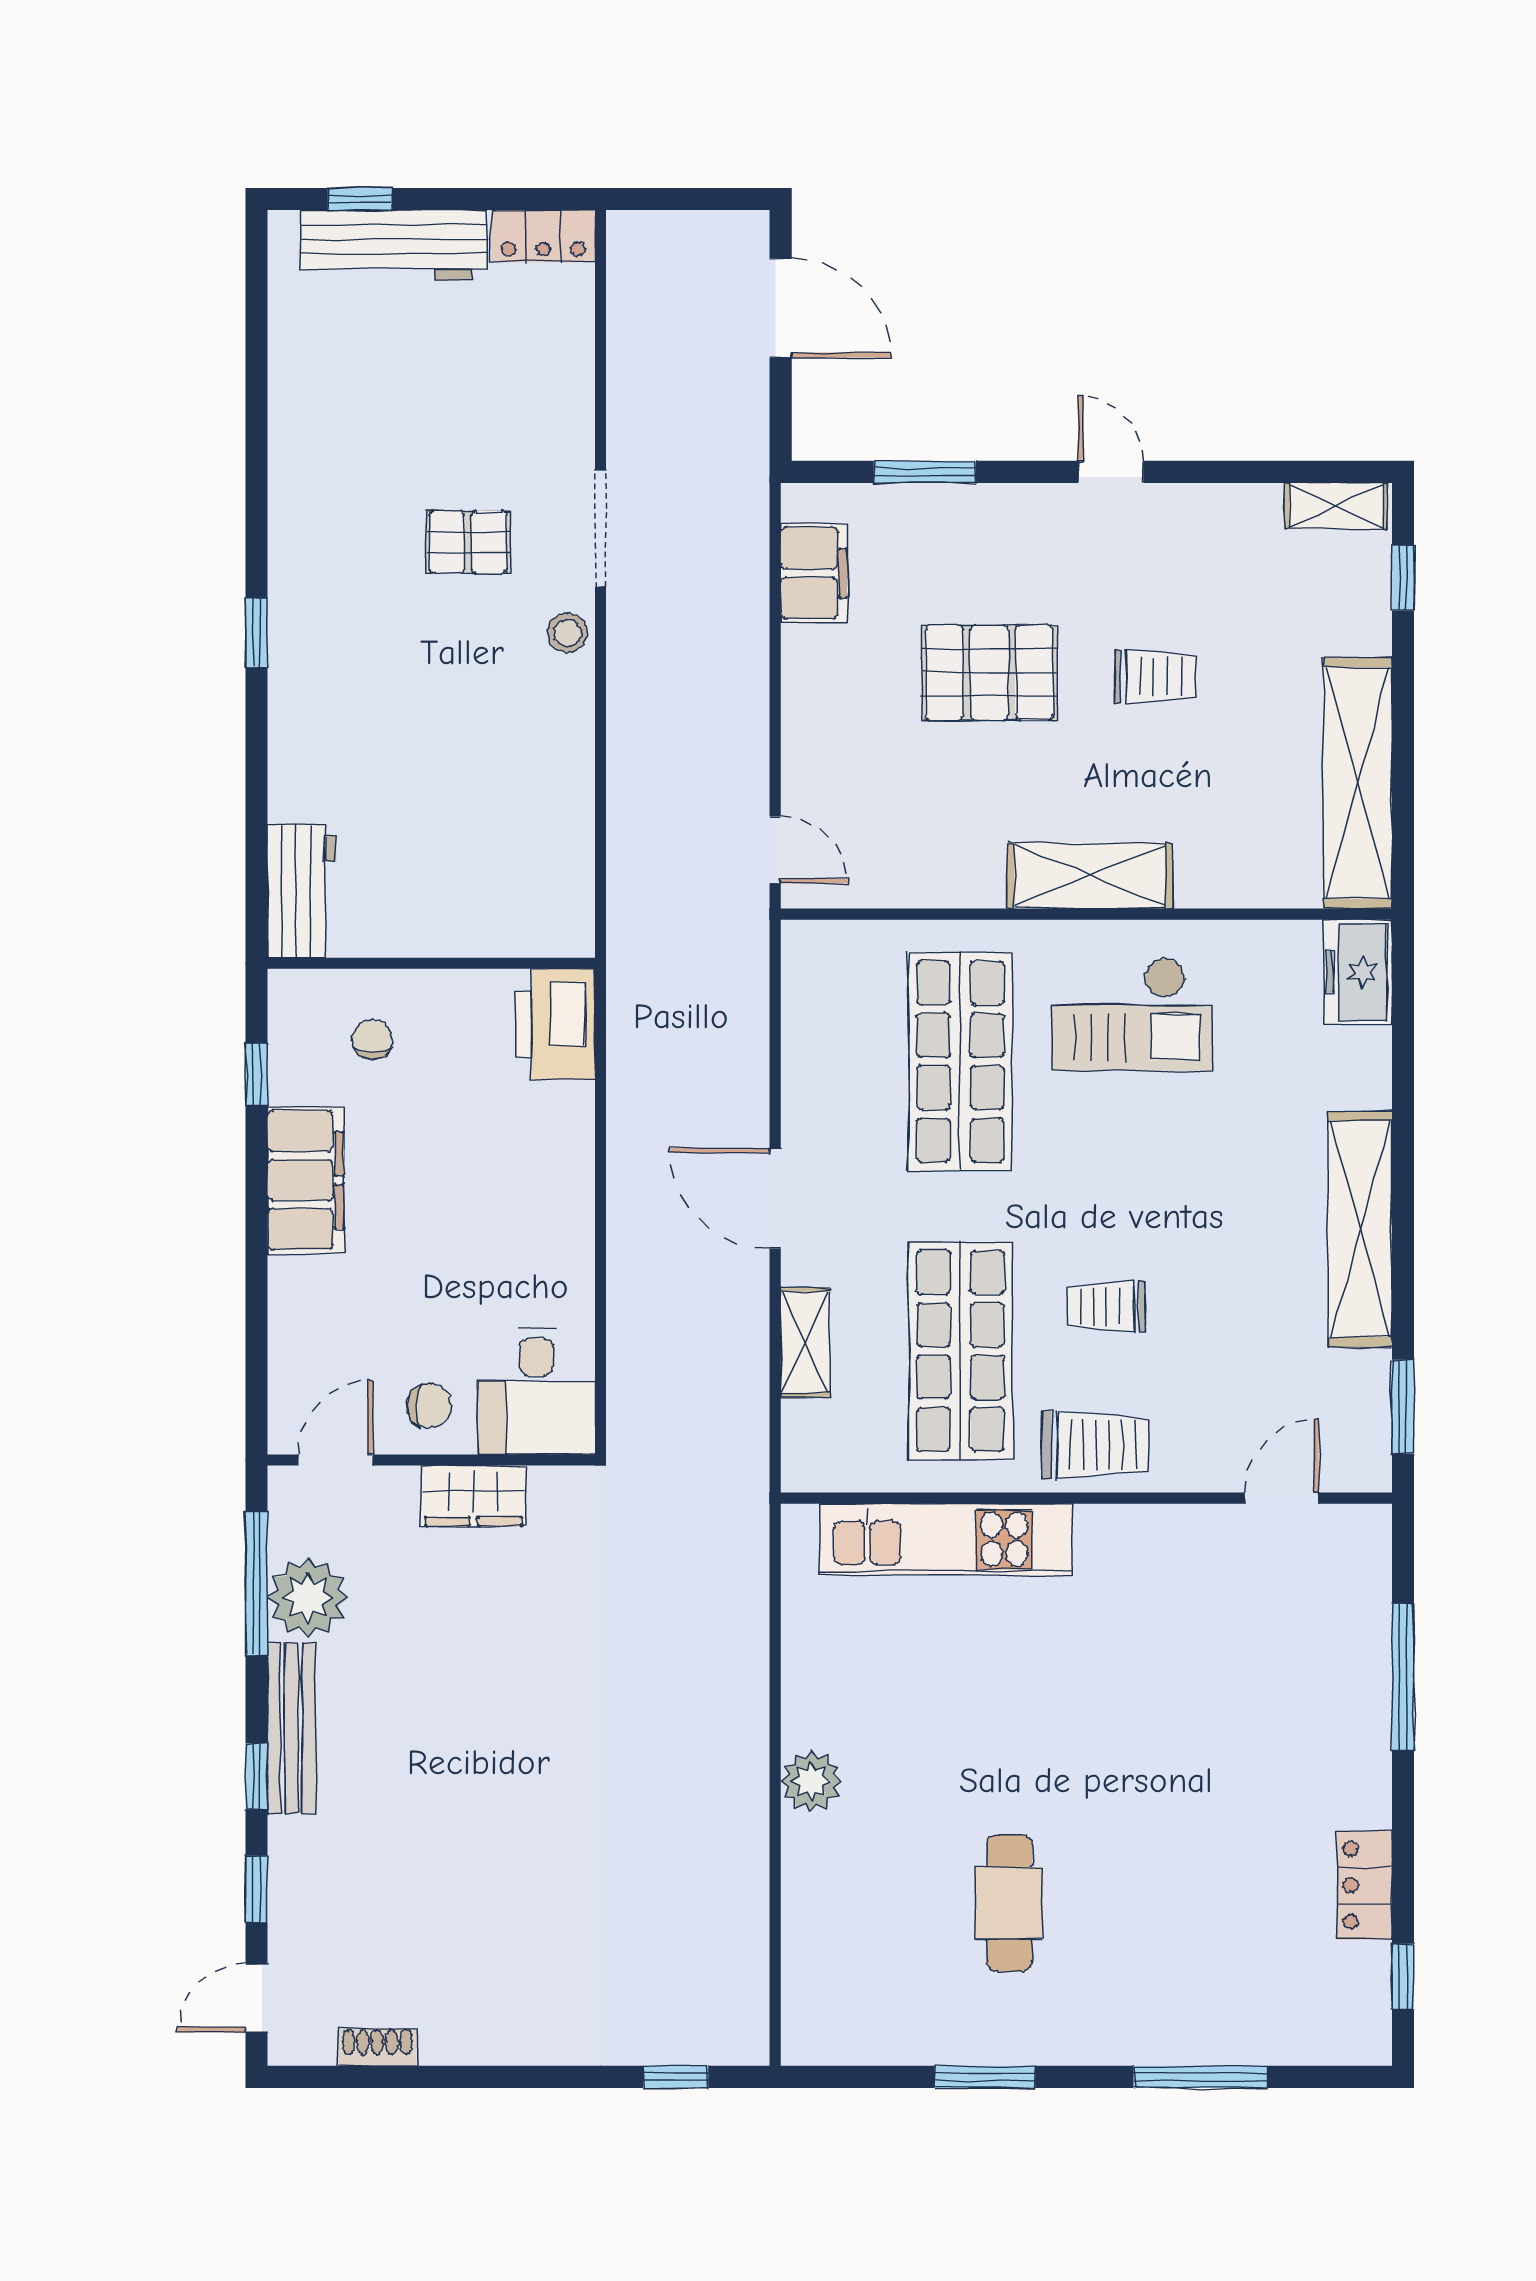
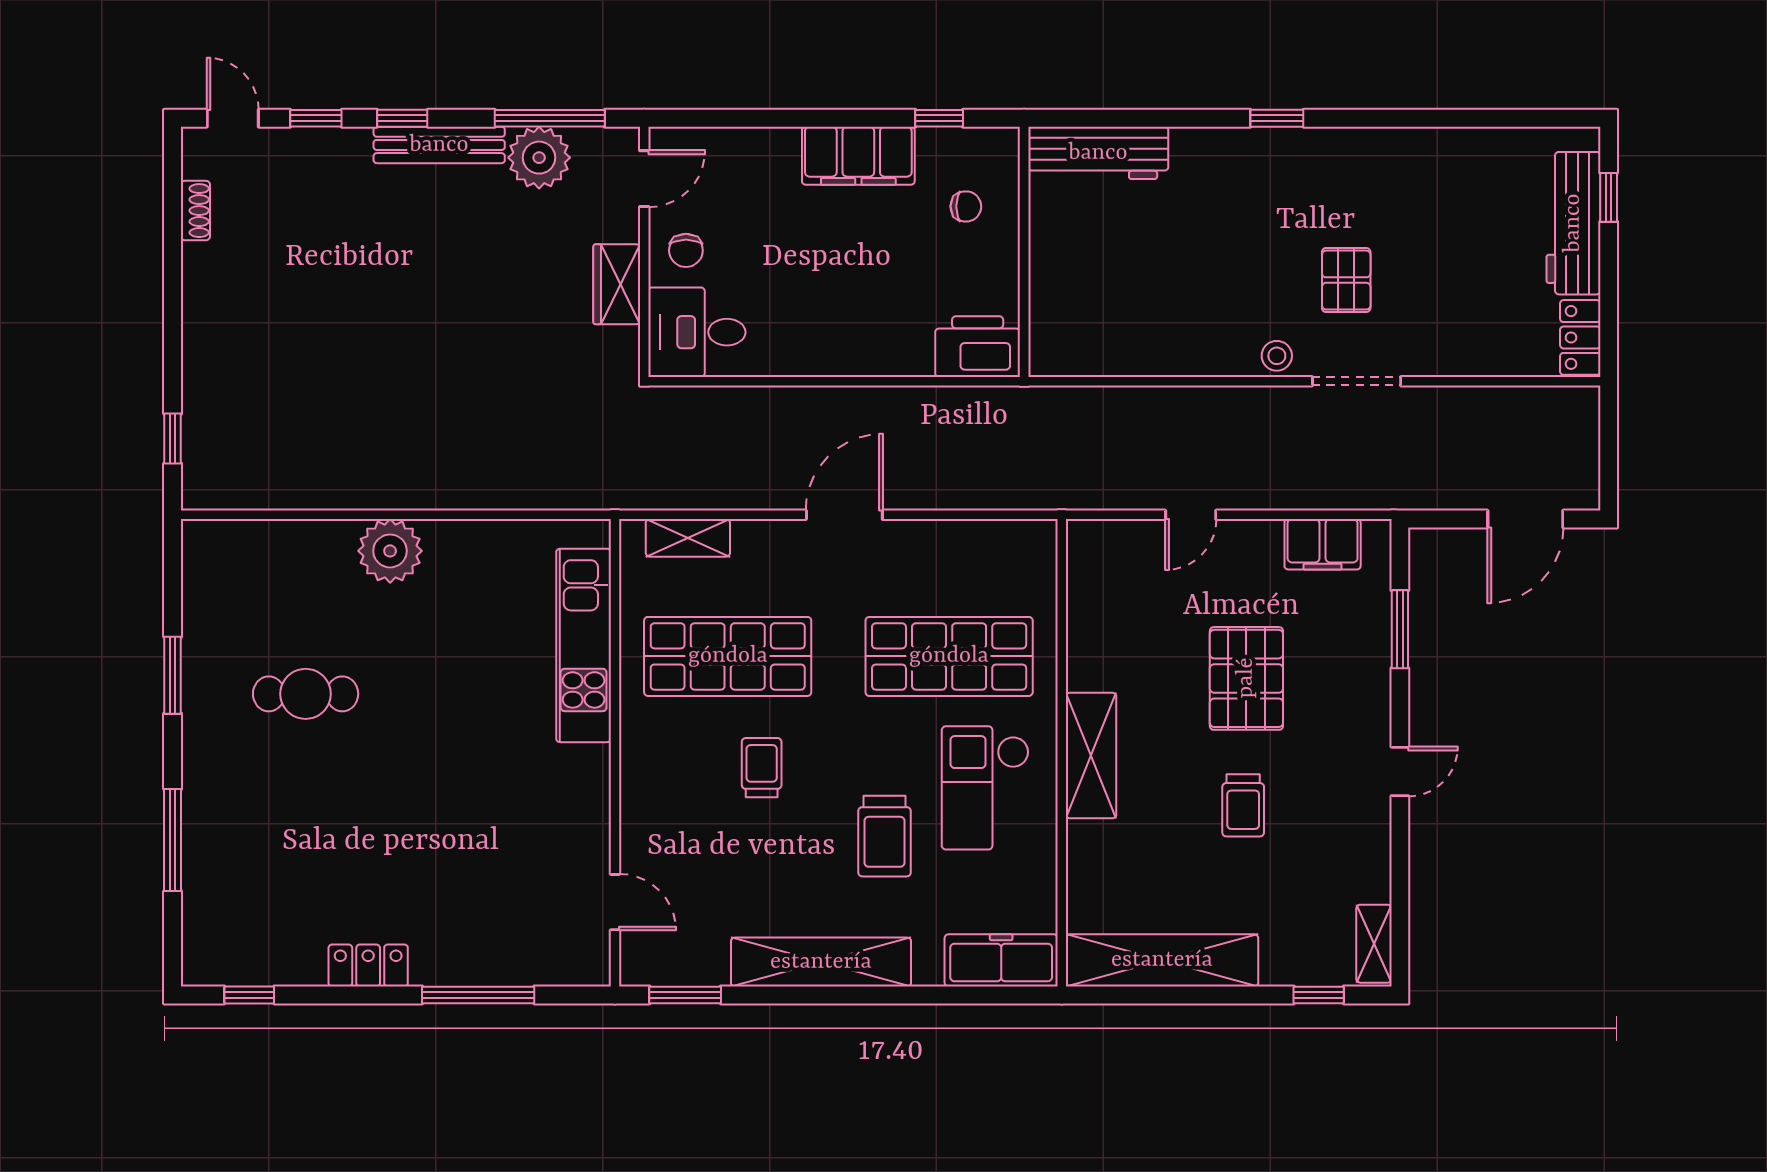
door: (775, 850) -> (1191, 515), moved
workbench: (302, 891) -> (1098, 153), width x1.38
freezer: (1358, 972) -> (1001, 960), width x1.40
shelving: (805, 1342) -> (688, 538), moved
trolley: (1095, 1445) -> (885, 836), moved
door: (336, 1460) -> (644, 179), hinge flipped
plant: (811, 1781) -> (390, 551), width x1.36, depth x1.36
locker: (1364, 1885) -> (368, 965), moved

